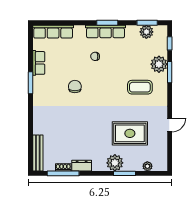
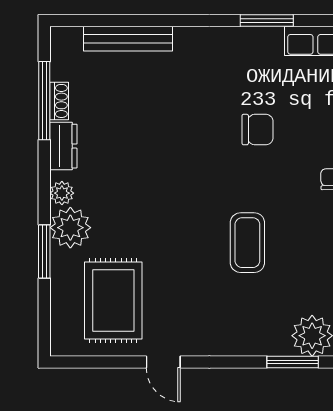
coffee table: (140, 87) -> (247, 243), moved
rug: (130, 133) -> (113, 300), moved
bench: (38, 153) -> (128, 39), moved
plant: (147, 166) -> (62, 193), moved

